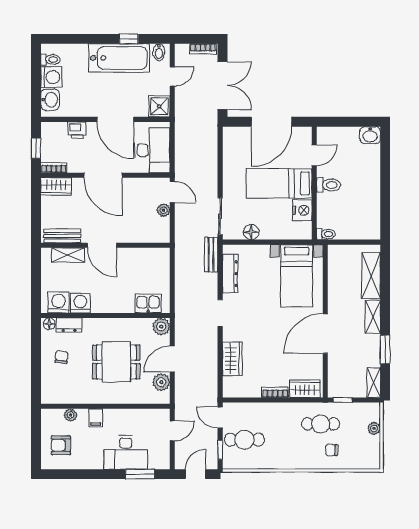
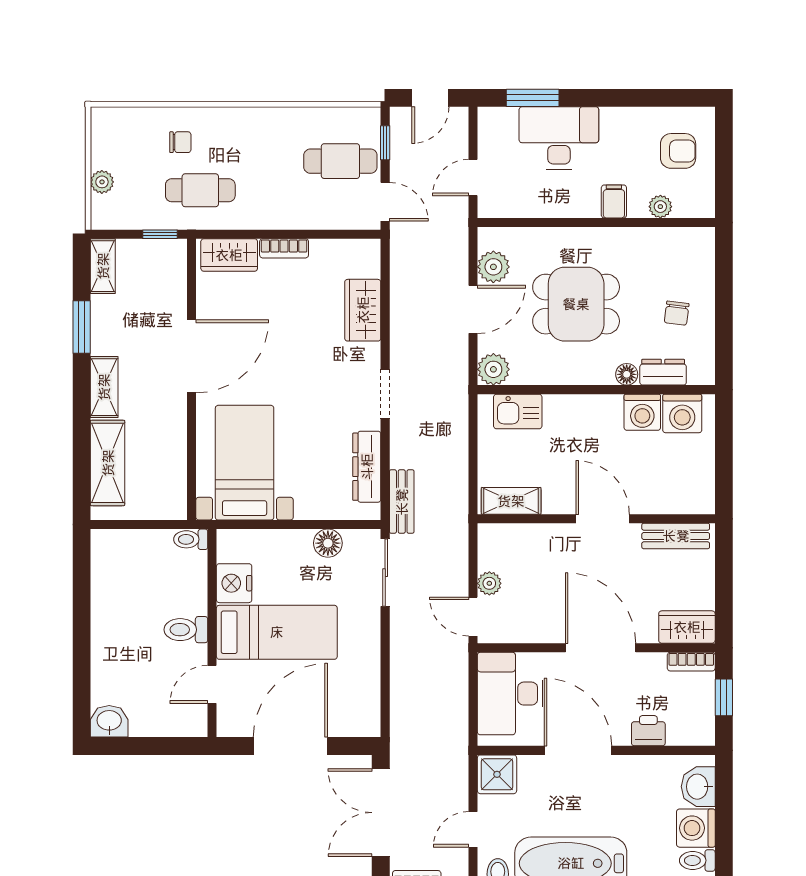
shelving: (68, 255) -> (511, 501), moved
floor lamp: (49, 324) -> (627, 374), moved

